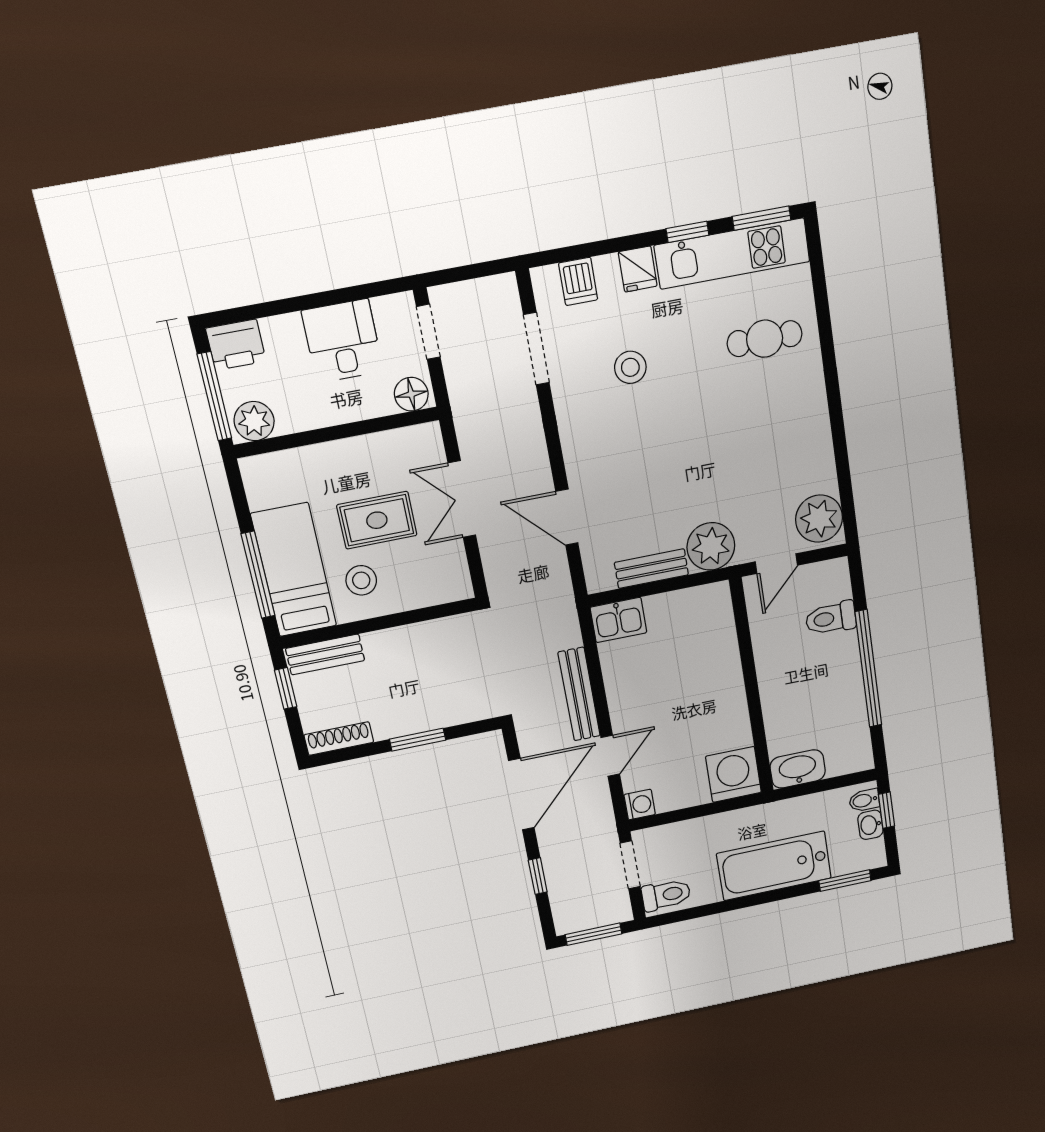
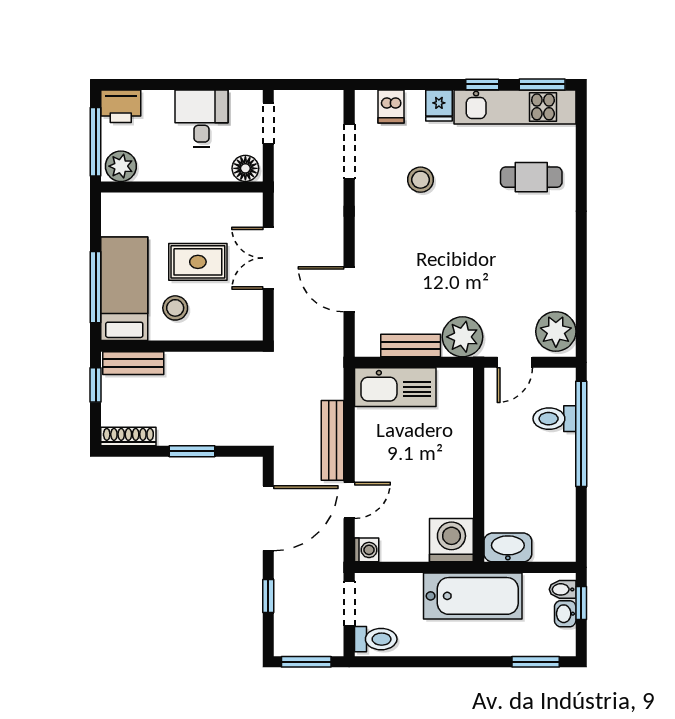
kitchen sink: (618, 620) -> (395, 387), width x1.88, depth x1.24
window: (868, 669) -> (581, 434), moved
bathtub: (774, 866) -> (473, 596), moved, turned 180

